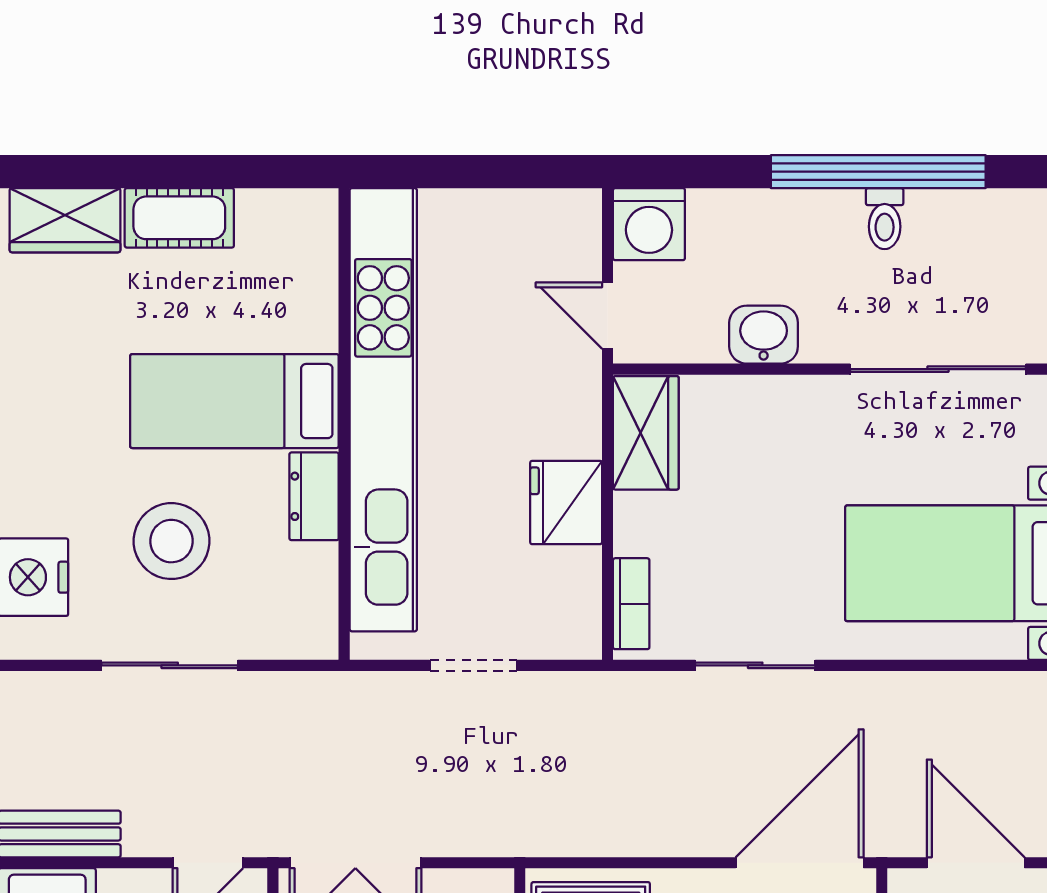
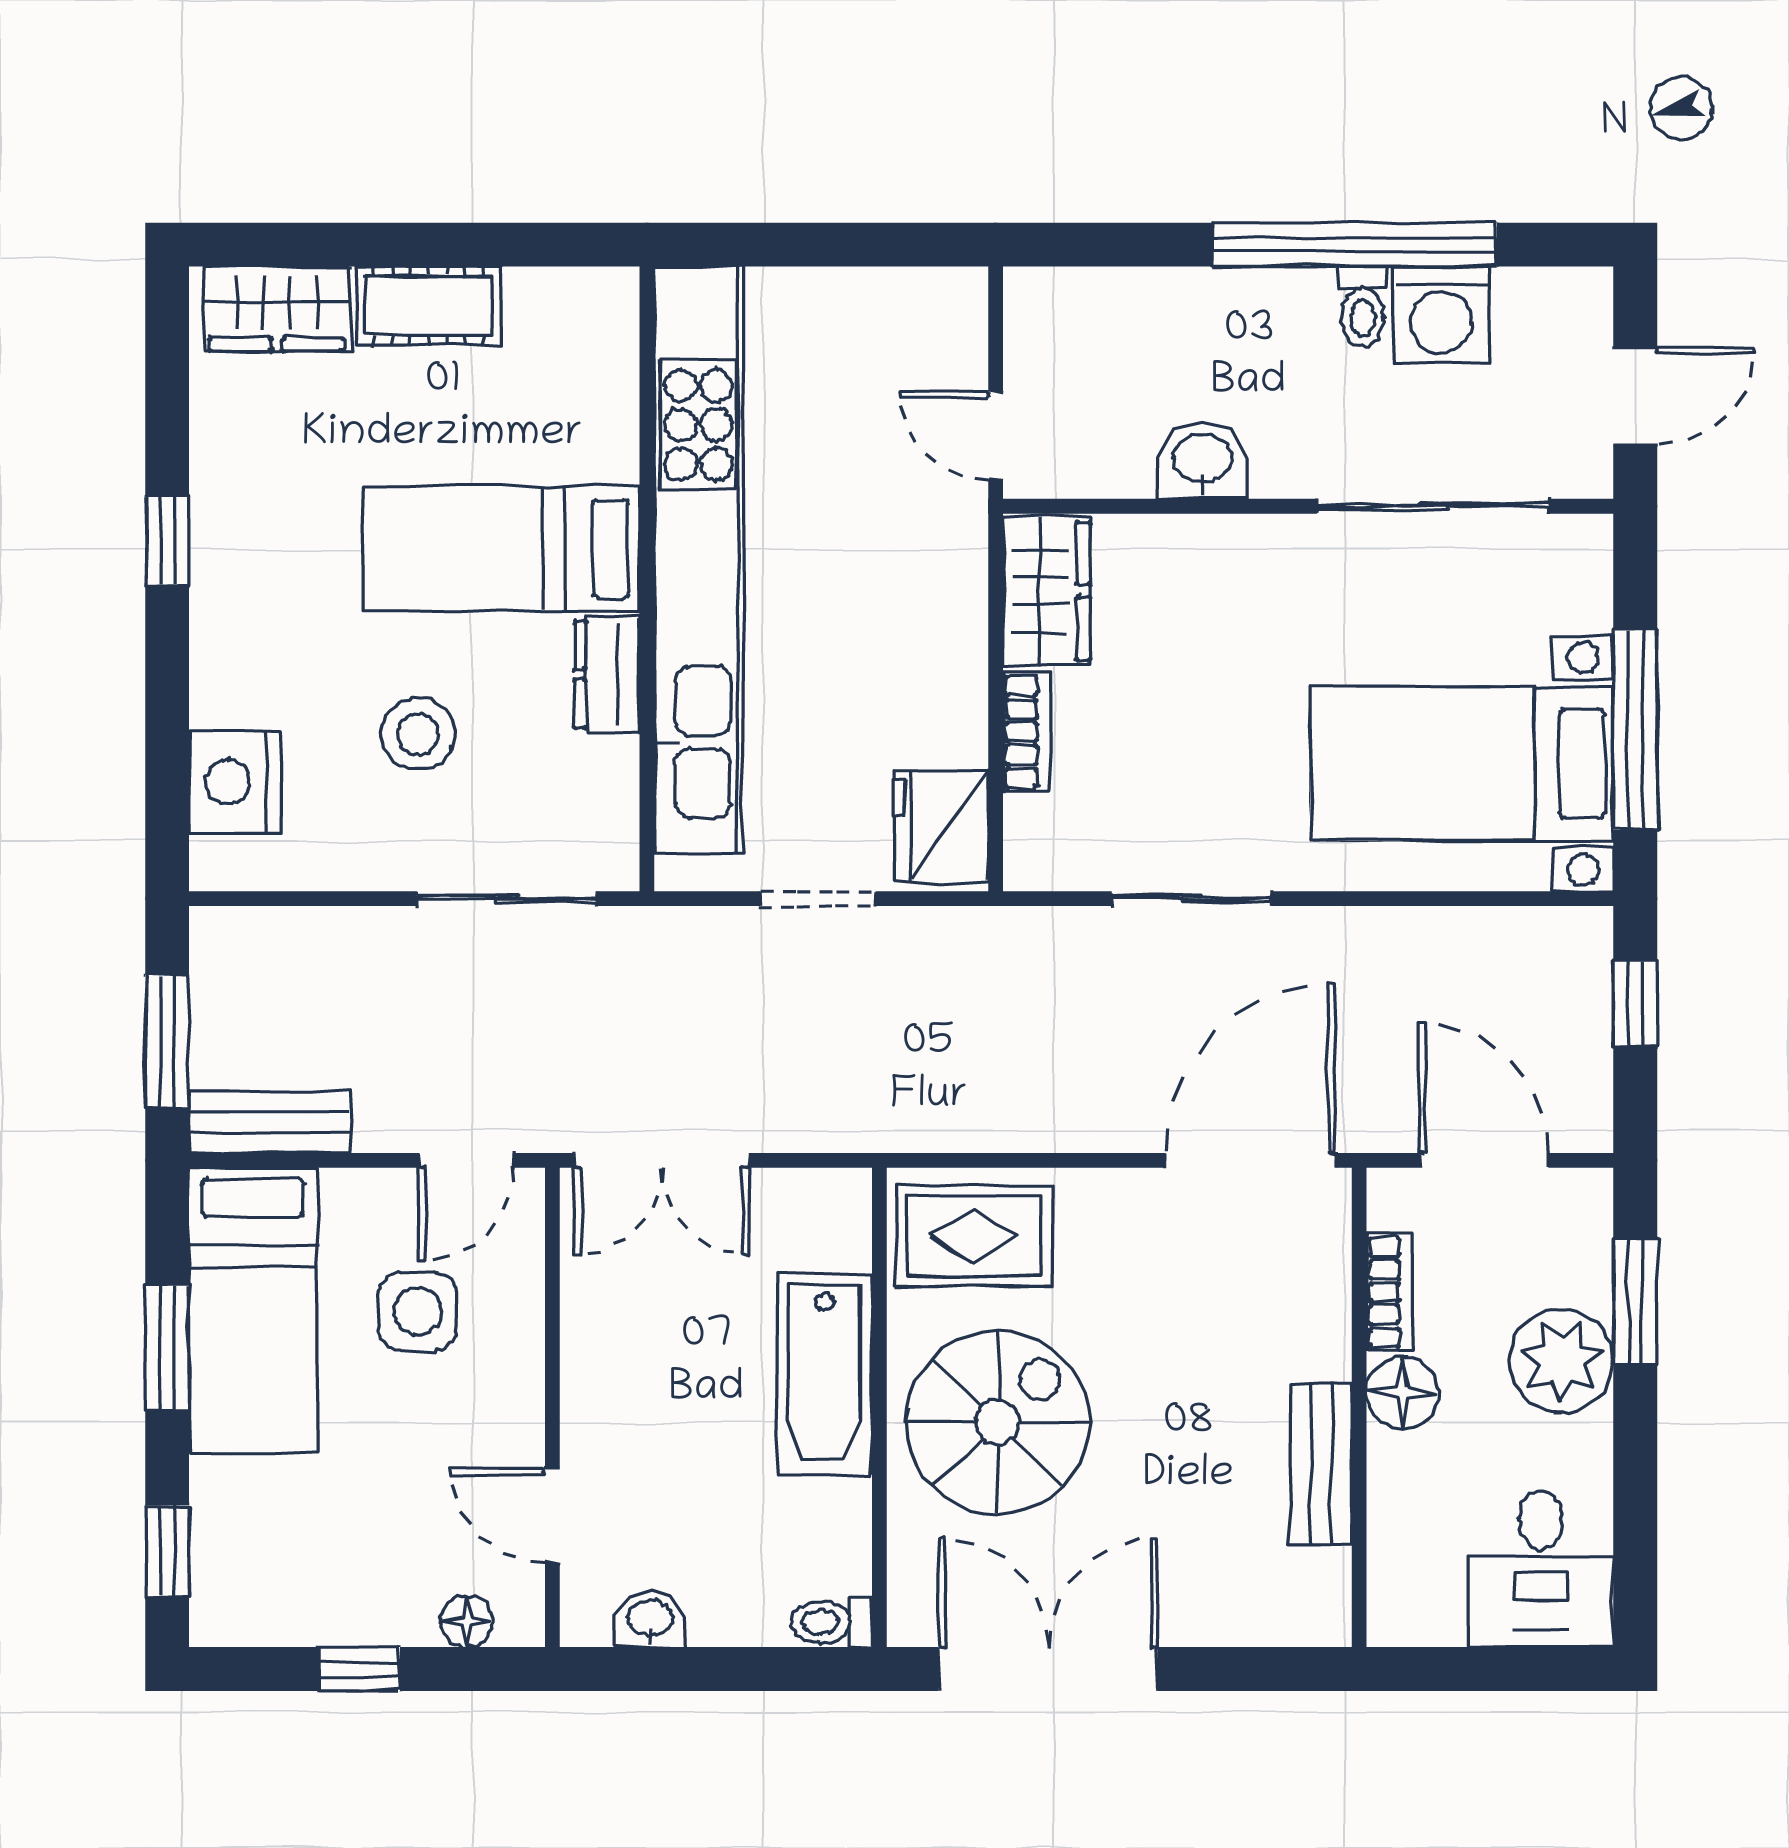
washing machine: (649, 224) -> (1441, 314), moved
fridge: (566, 503) -> (941, 826), moved
stool: (172, 541) -> (418, 734), width x0.73, depth x0.73
bookcase: (631, 604) -> (1027, 732), moved
sliding door: (170, 665) -> (507, 899), moved

